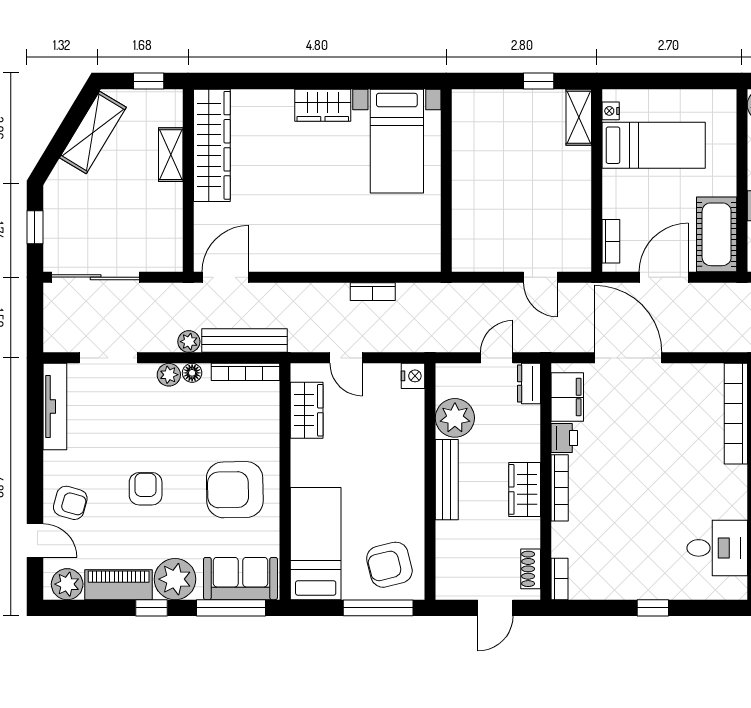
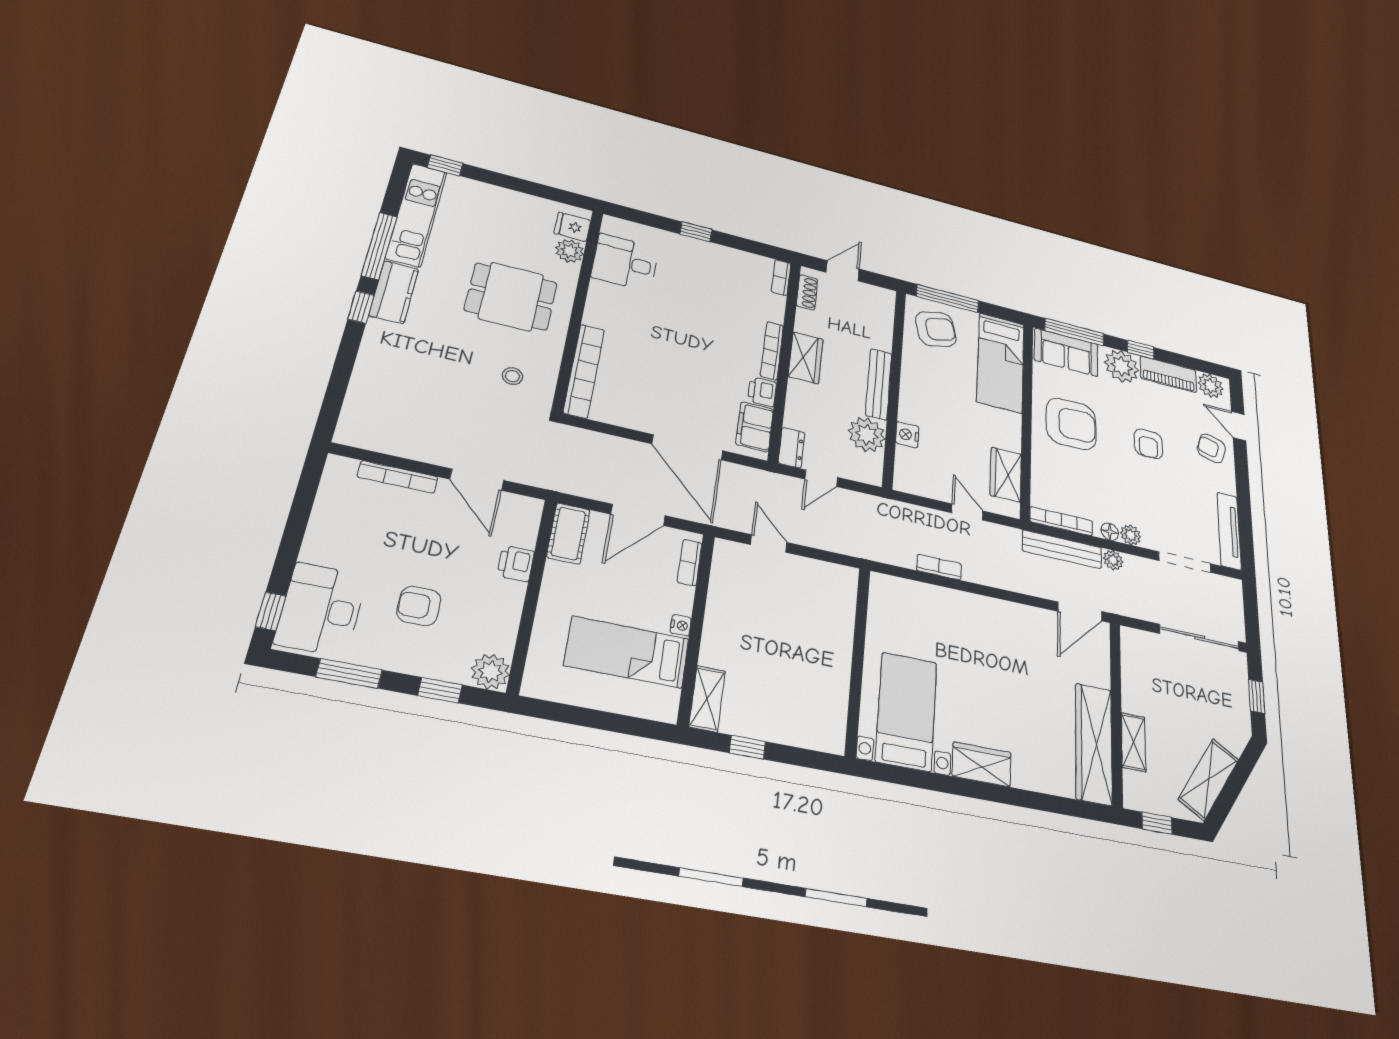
nightstand: (611, 111) -> (681, 625), moved
cot: (717, 234) -> (568, 533), width x0.73, depth x0.75
nightstand: (413, 376) -> (907, 435), moved

